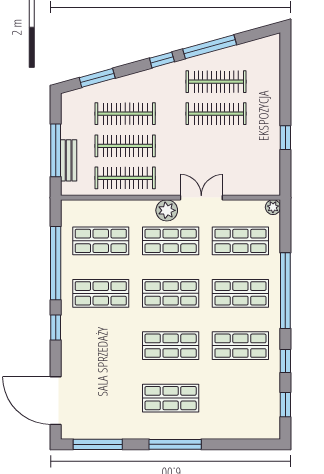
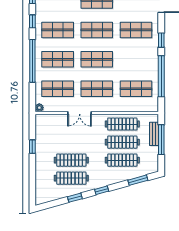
window: (210, 47) -> (75, 198), width x0.46
plant: (167, 210) -> (99, 106), removed
shop shelf: (101, 293) -> (136, 30), moved

